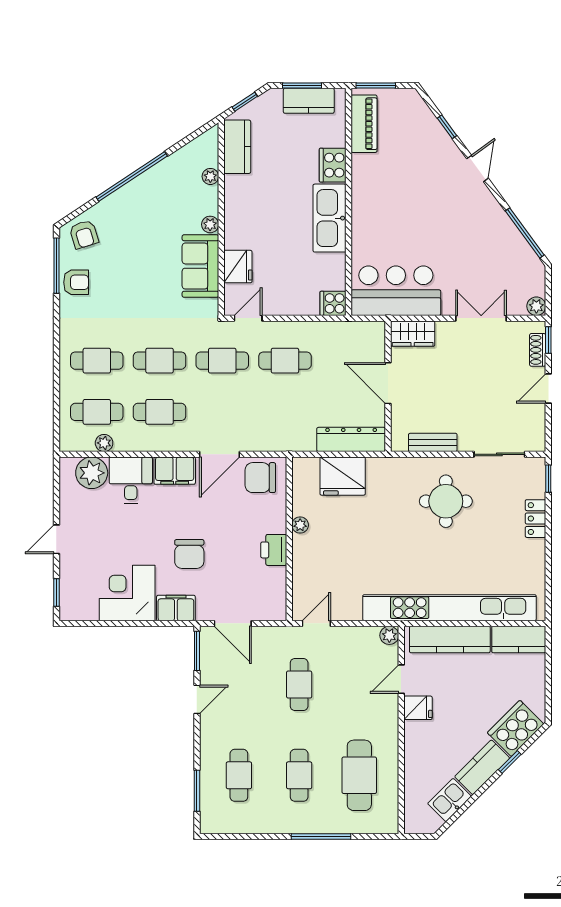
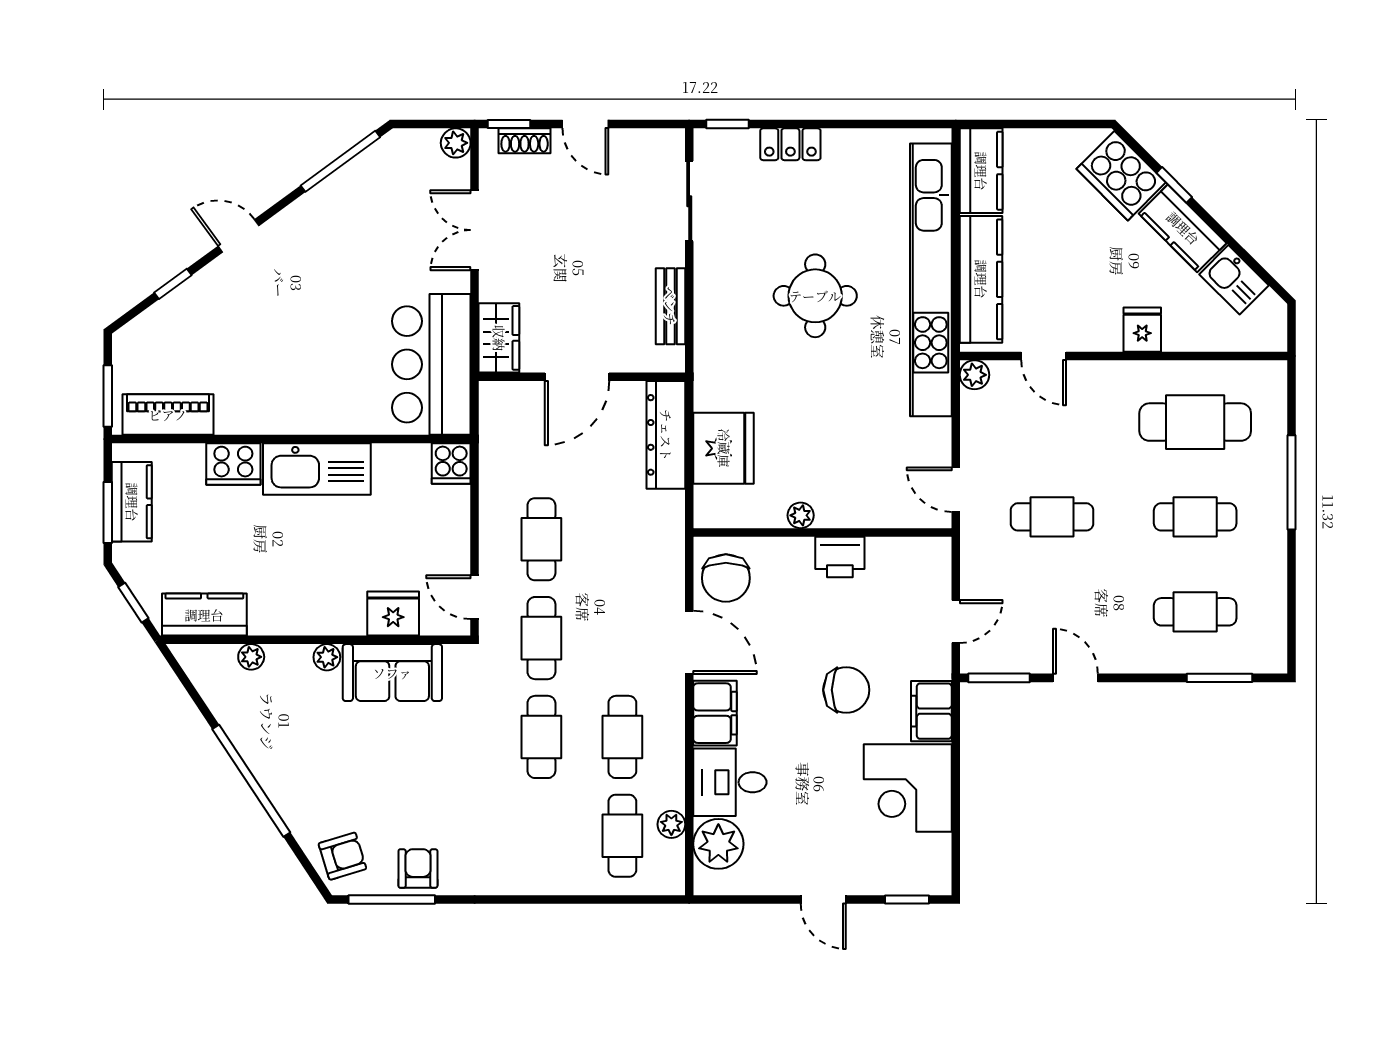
cafe table: (97, 361) -> (541, 836), removed
round table: (446, 501) -> (815, 296), moved
door: (233, 623) -> (956, 621), width x0.73
fridge: (418, 708) -> (1142, 330), moved

